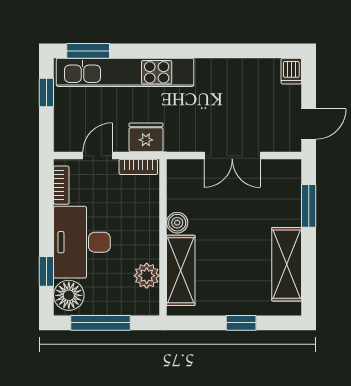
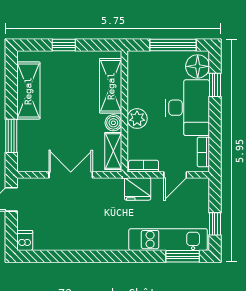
kitchen unit: (125, 72) -> (168, 240), width x0.73
shelving: (177, 186) -> (113, 151), added
plant: (147, 276) -> (137, 119), moved

